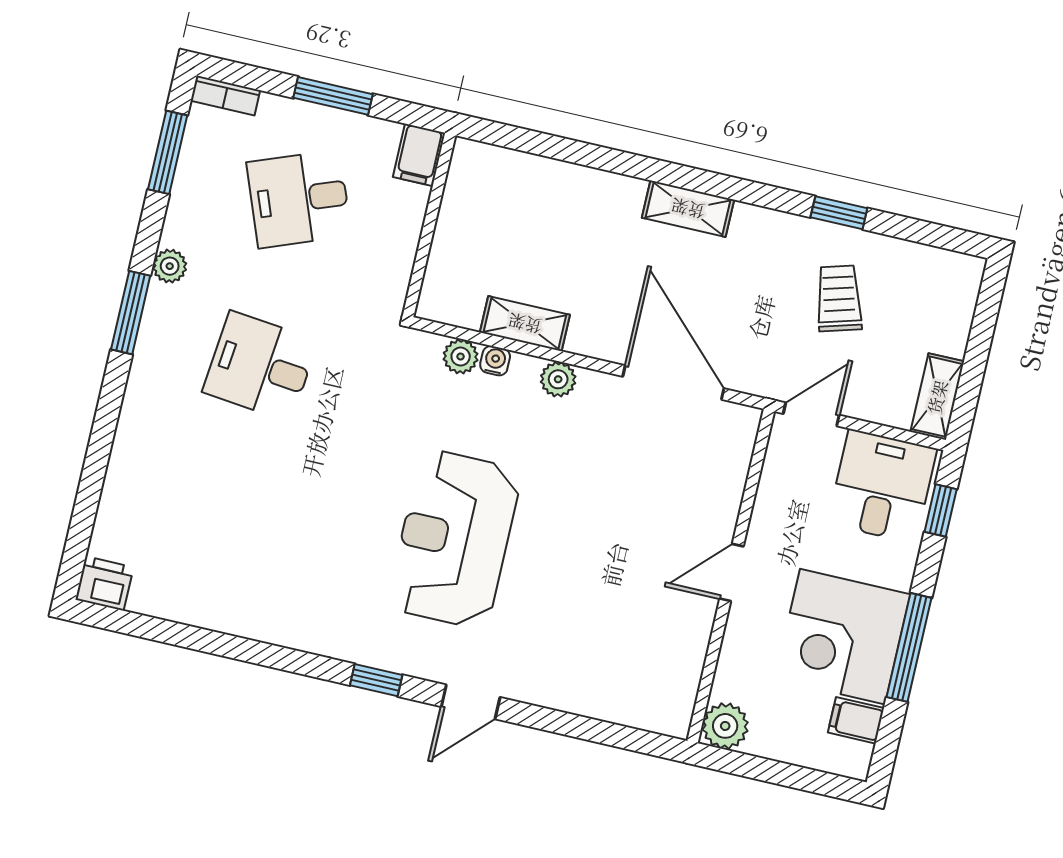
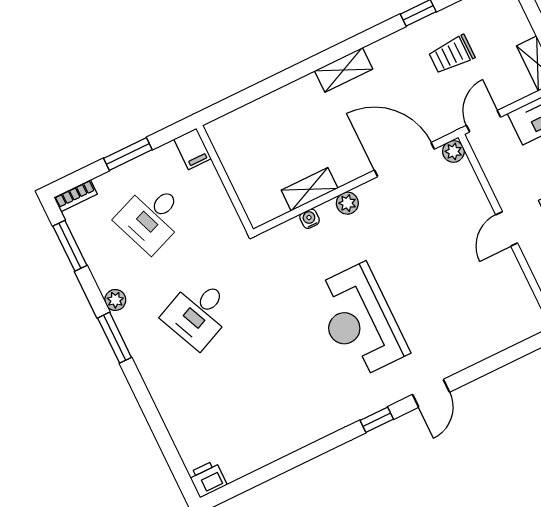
trolley: (839, 298) -> (452, 54), turned -74
plant: (461, 357) -> (453, 151), moved
desk: (260, 366) -> (198, 313), turned -30

